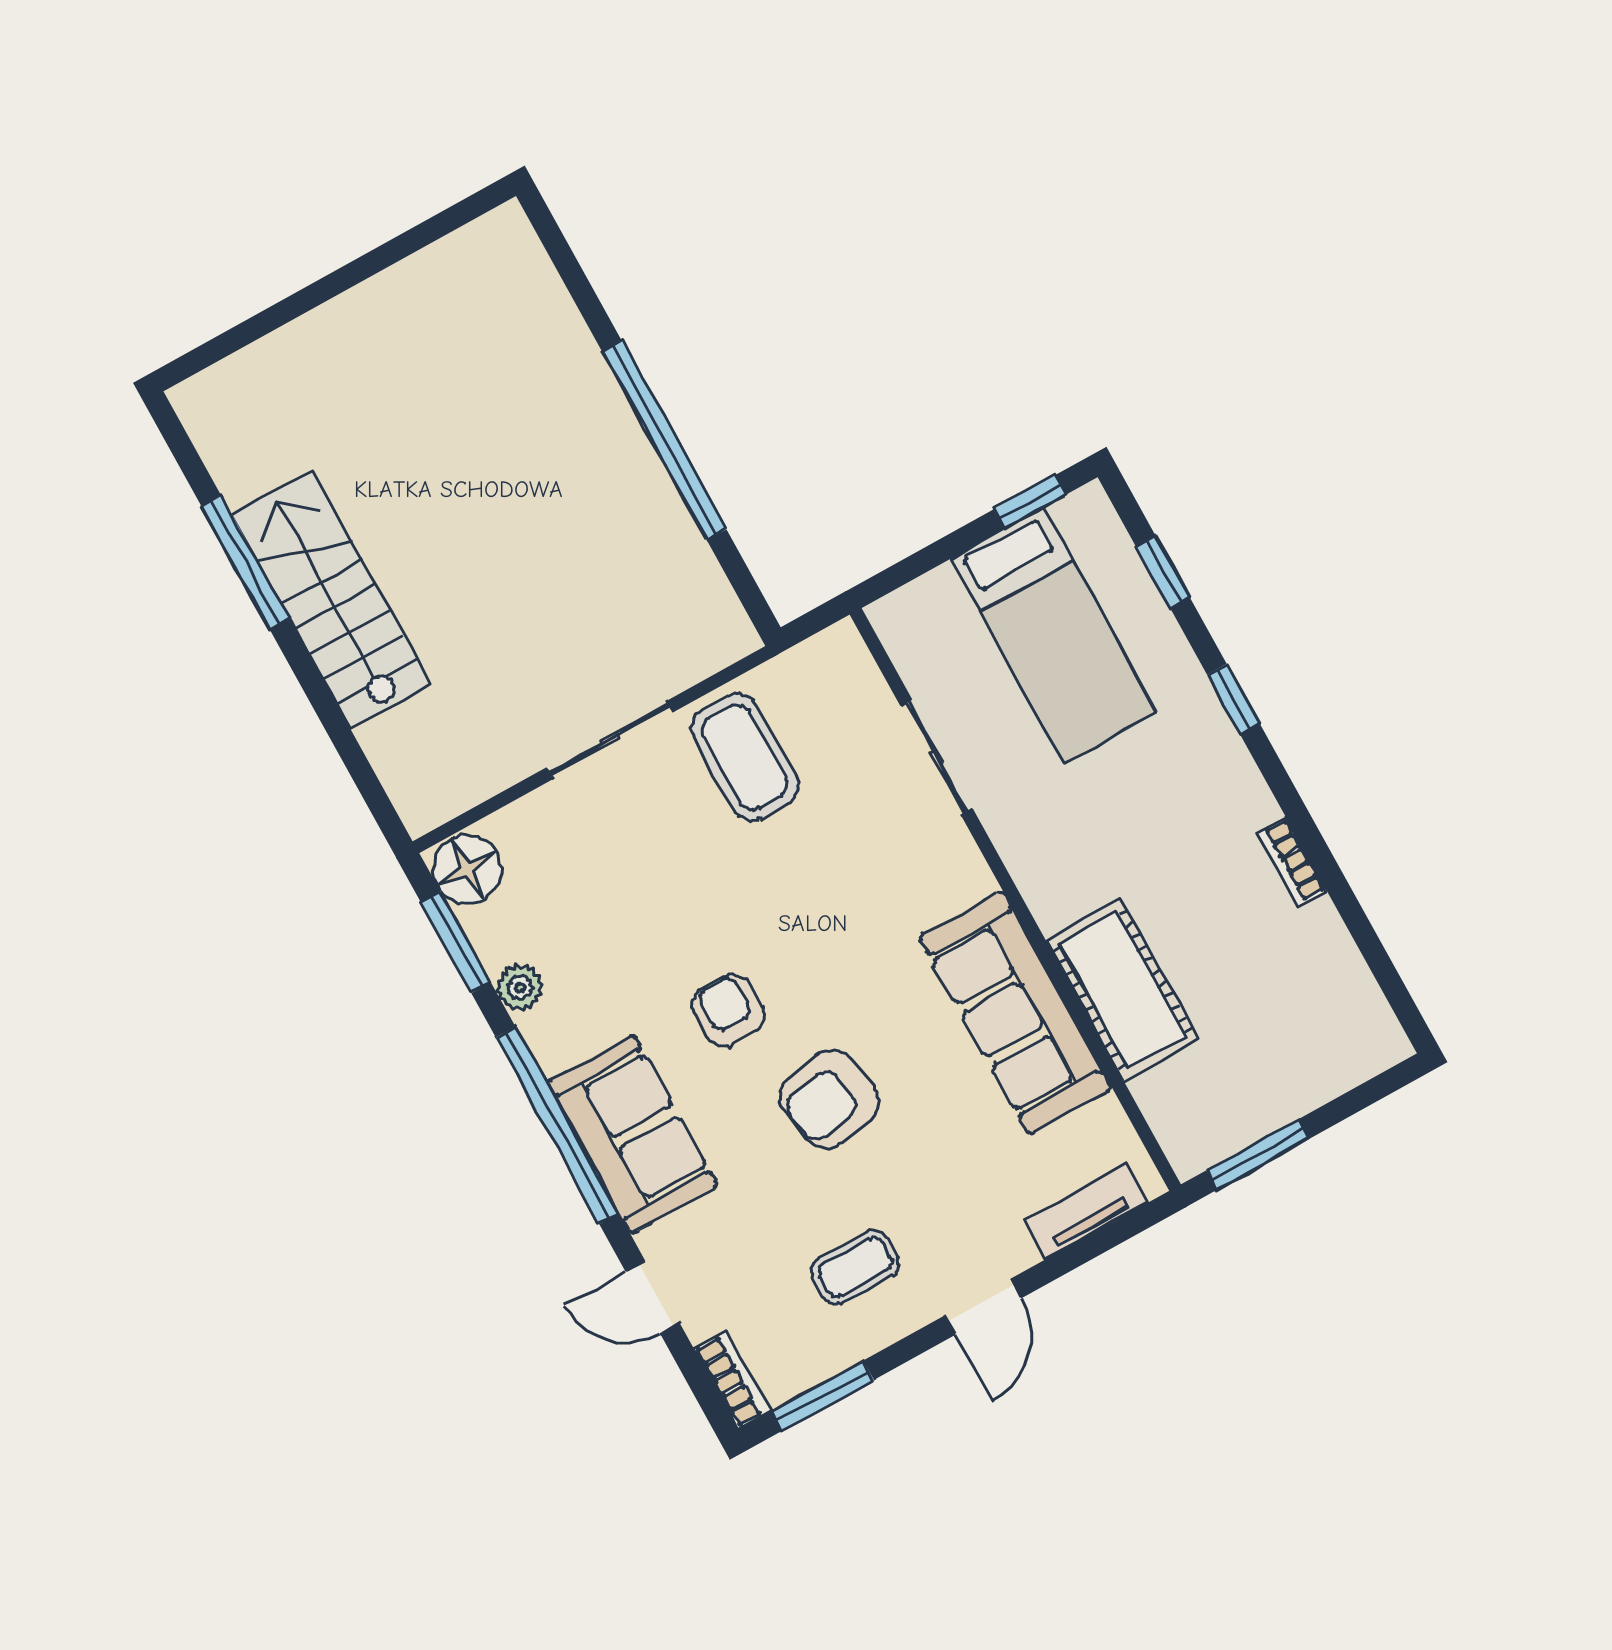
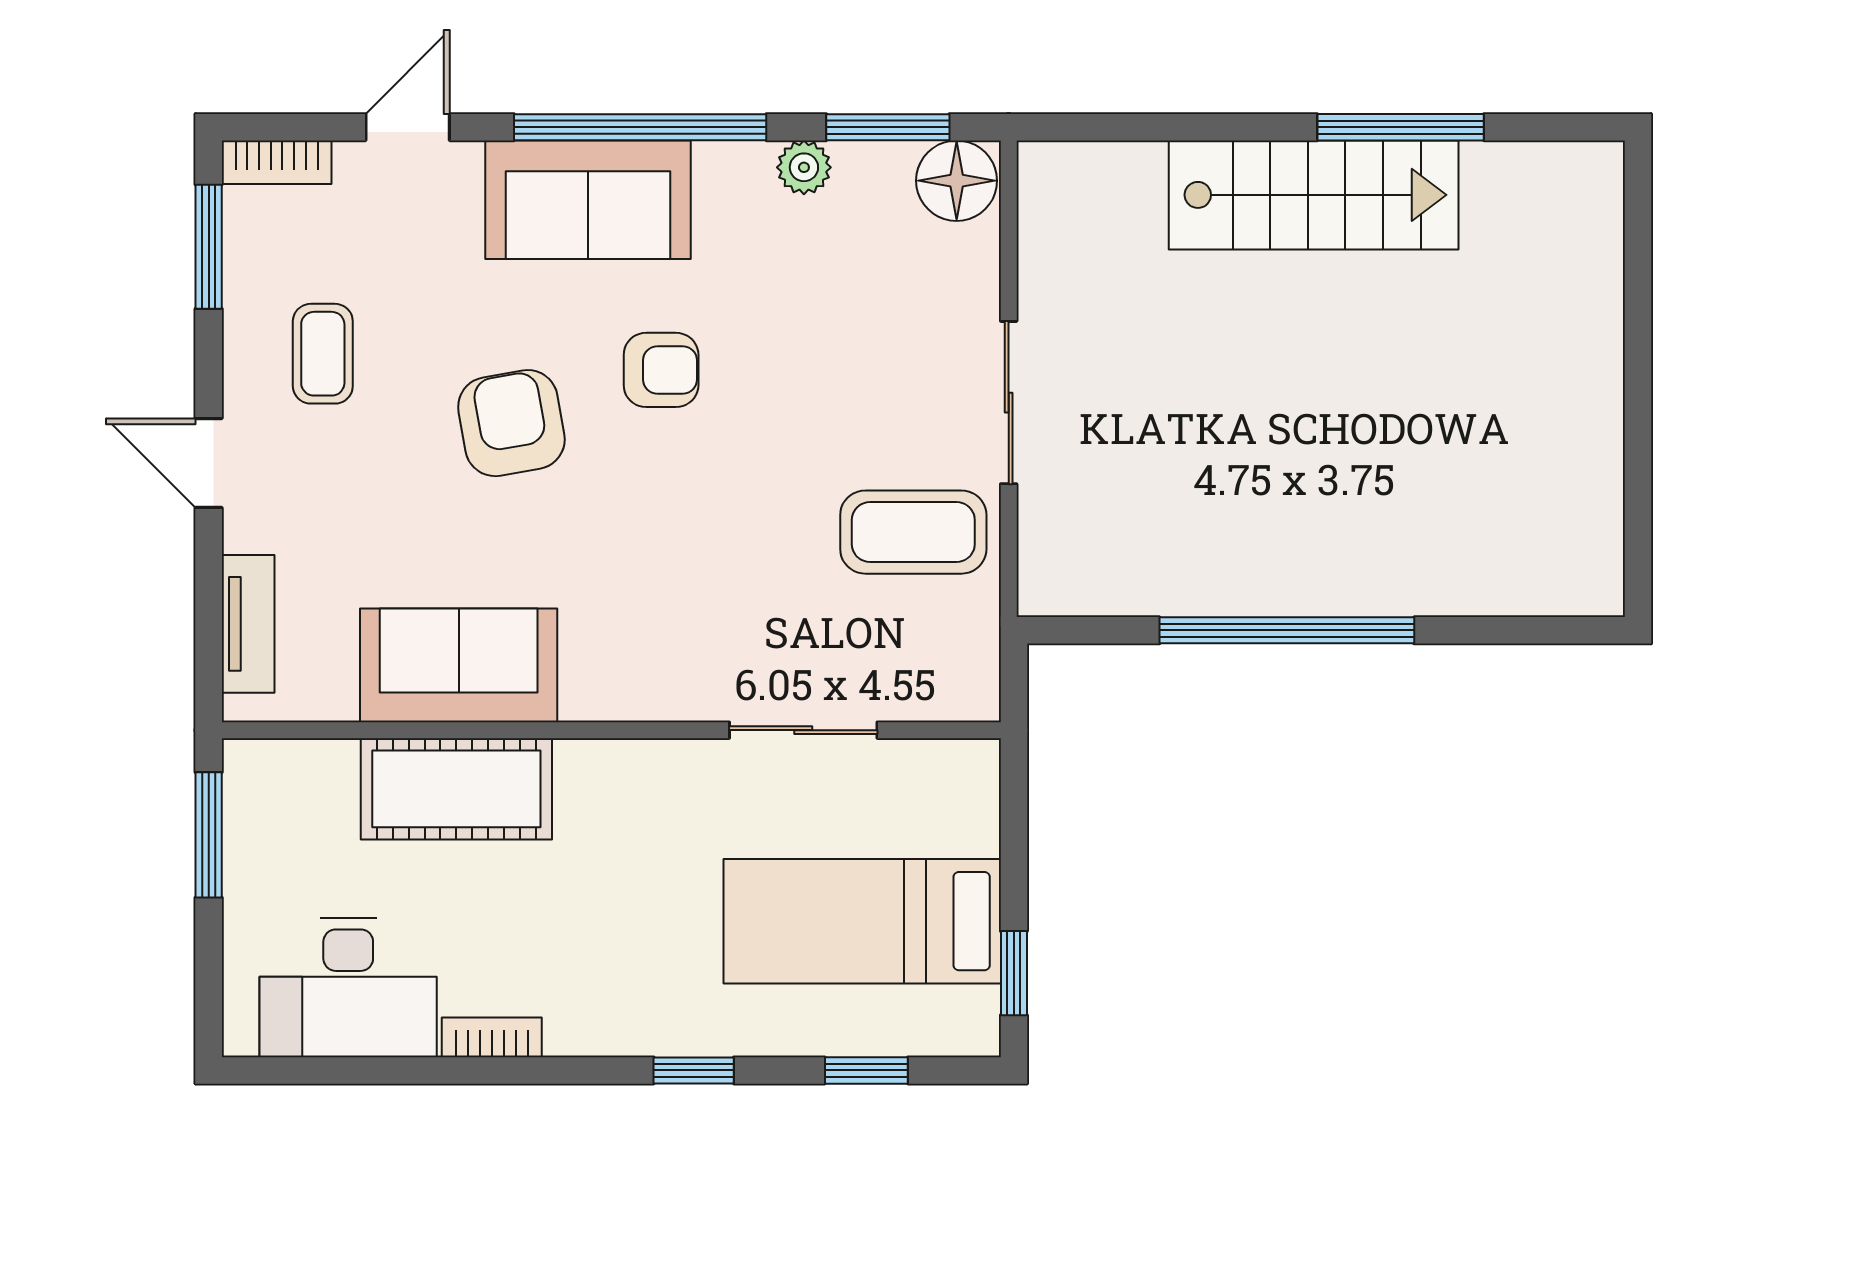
desk: (1314, 988) -> (348, 988), added
sofa: (1015, 1013) -> (459, 665), width x0.73

